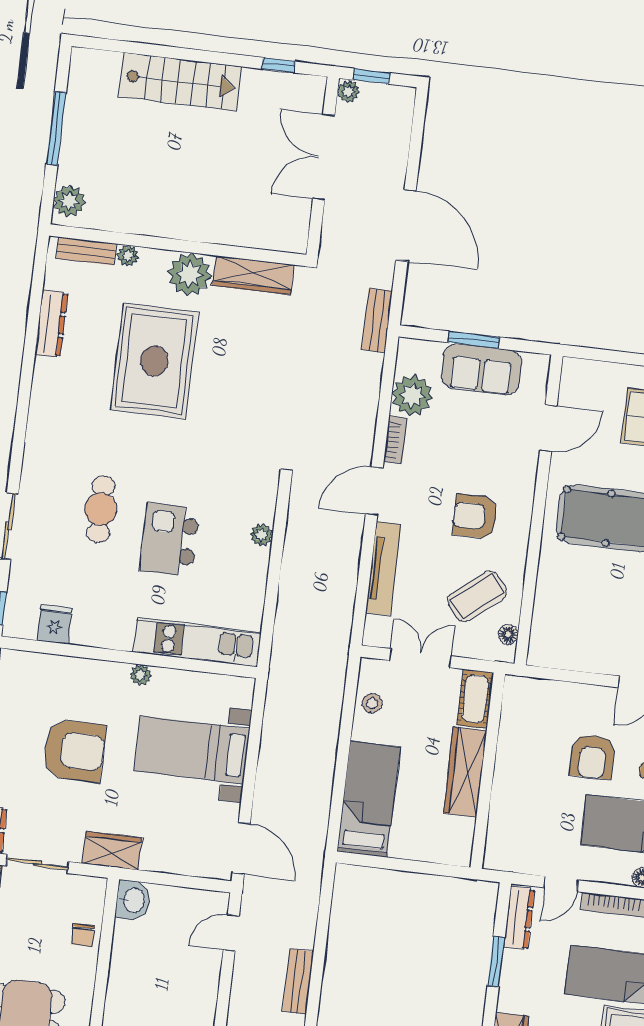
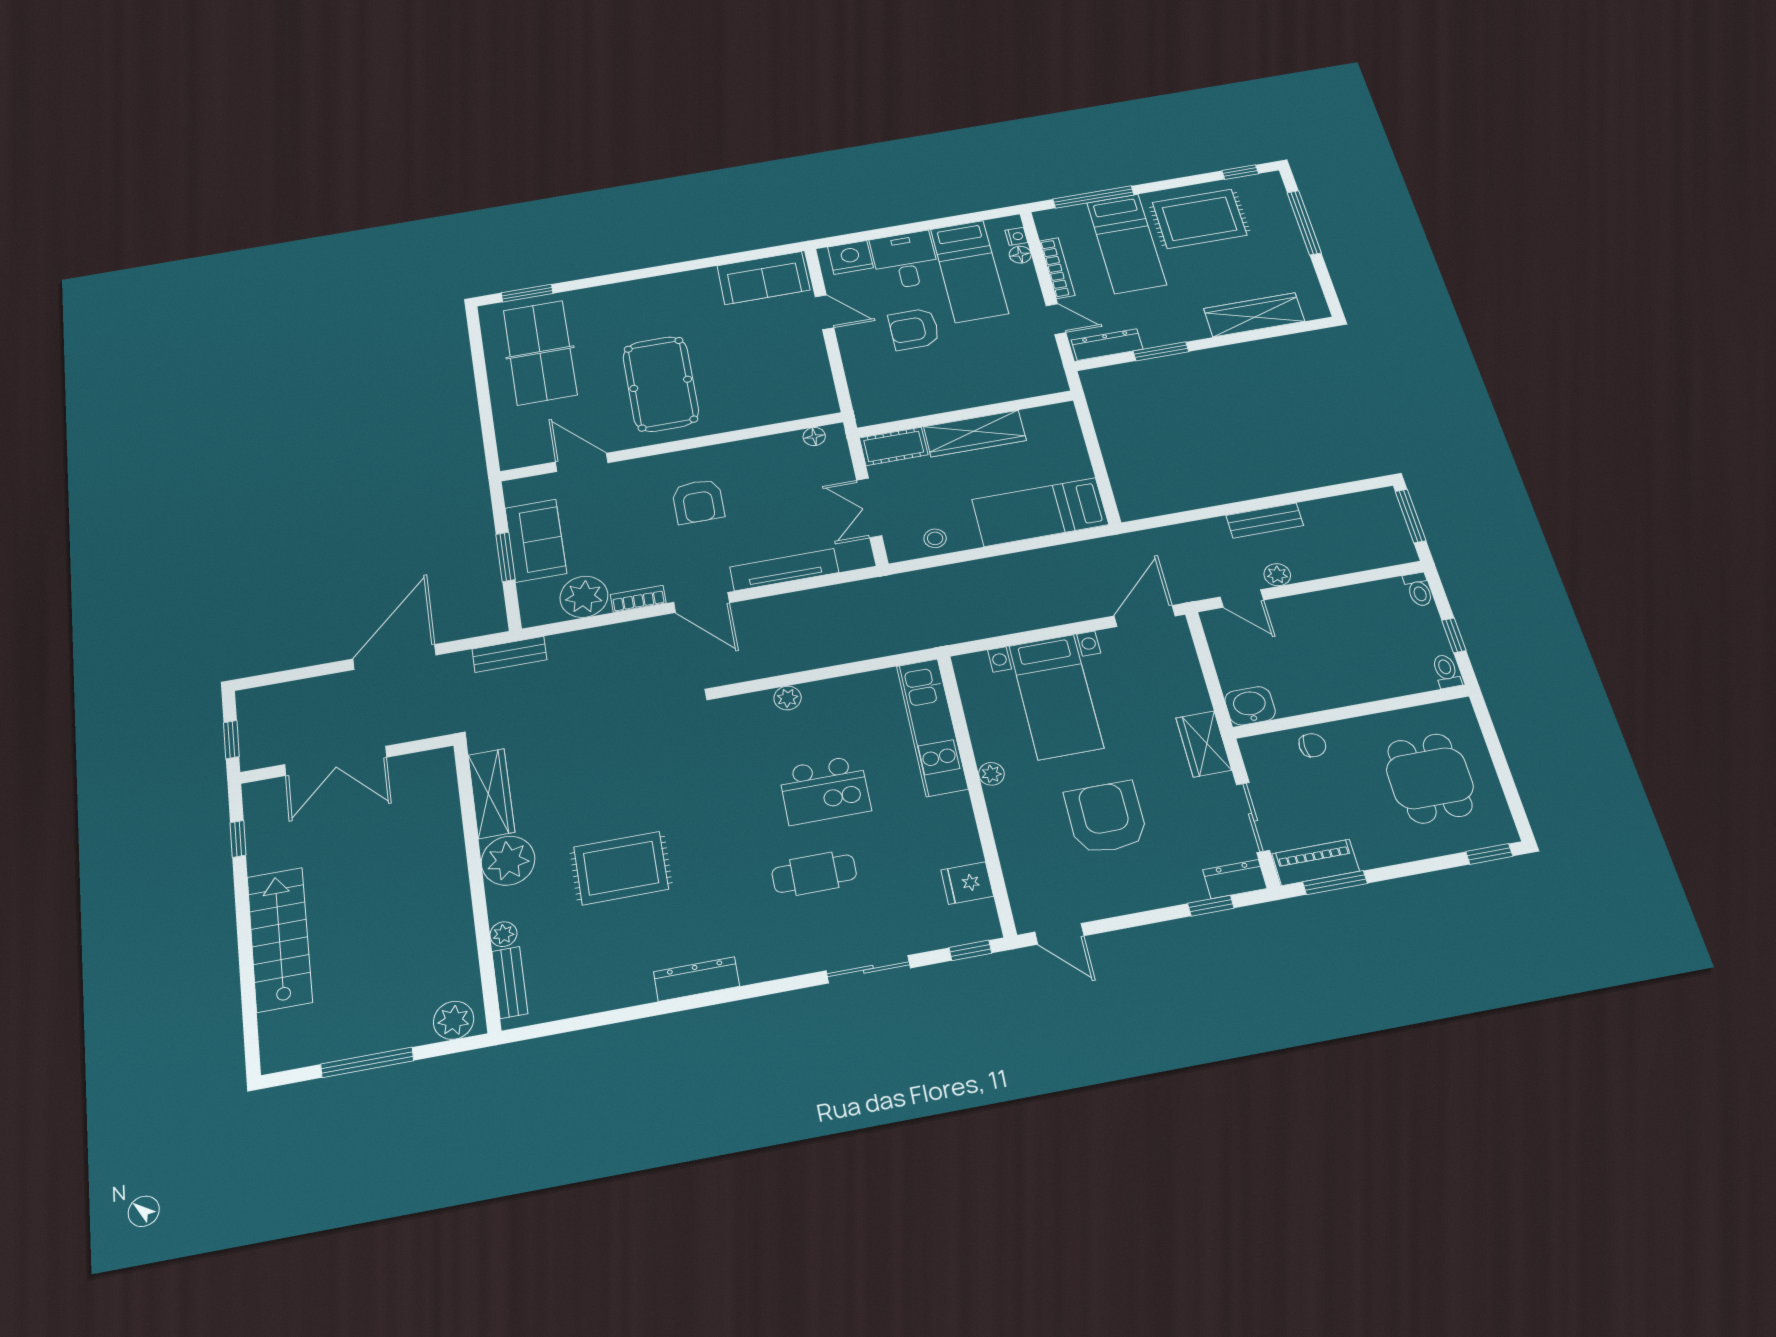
plant: (348, 92) -> (1277, 575), moved
dresser: (51, 324) -> (697, 979), moved
rug: (154, 361) -> (621, 868), width x0.73, depth x0.69
coffee table: (477, 596) -> (784, 475), removed
armchair: (592, 757) -> (914, 329), turned 180

